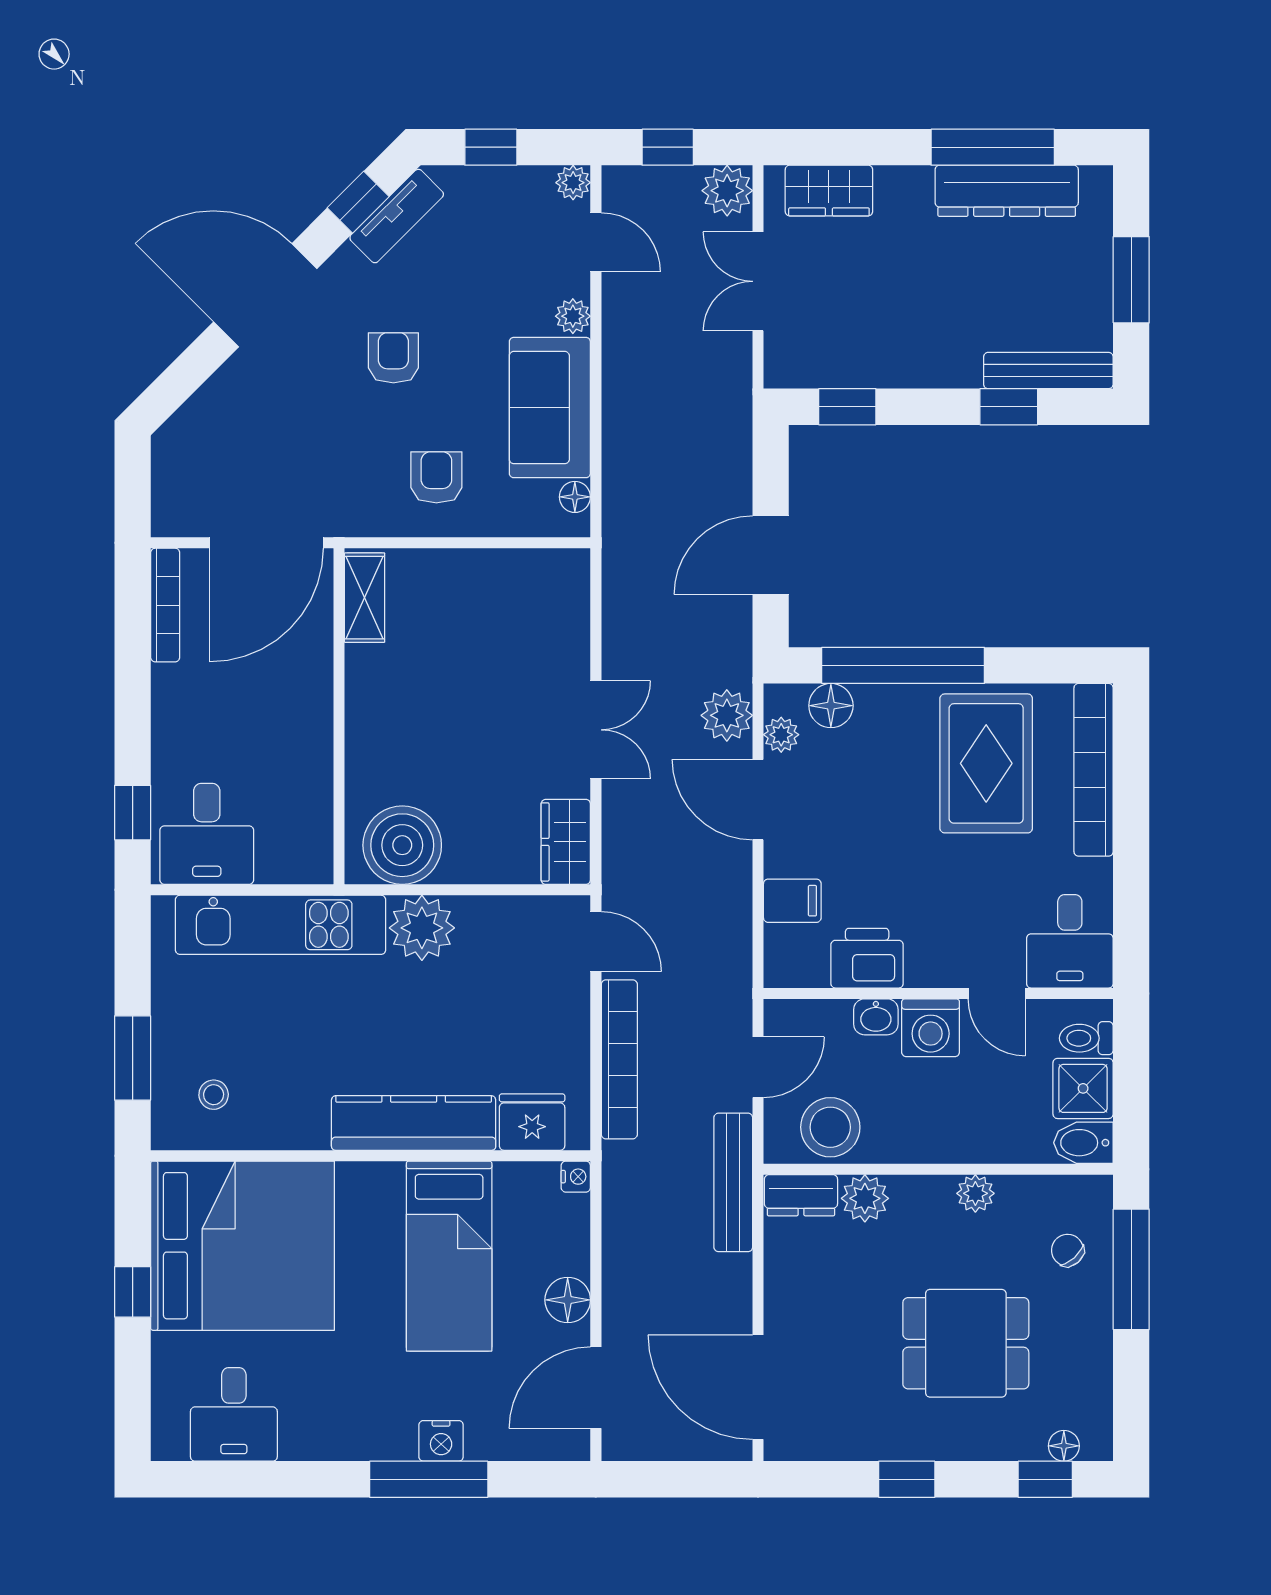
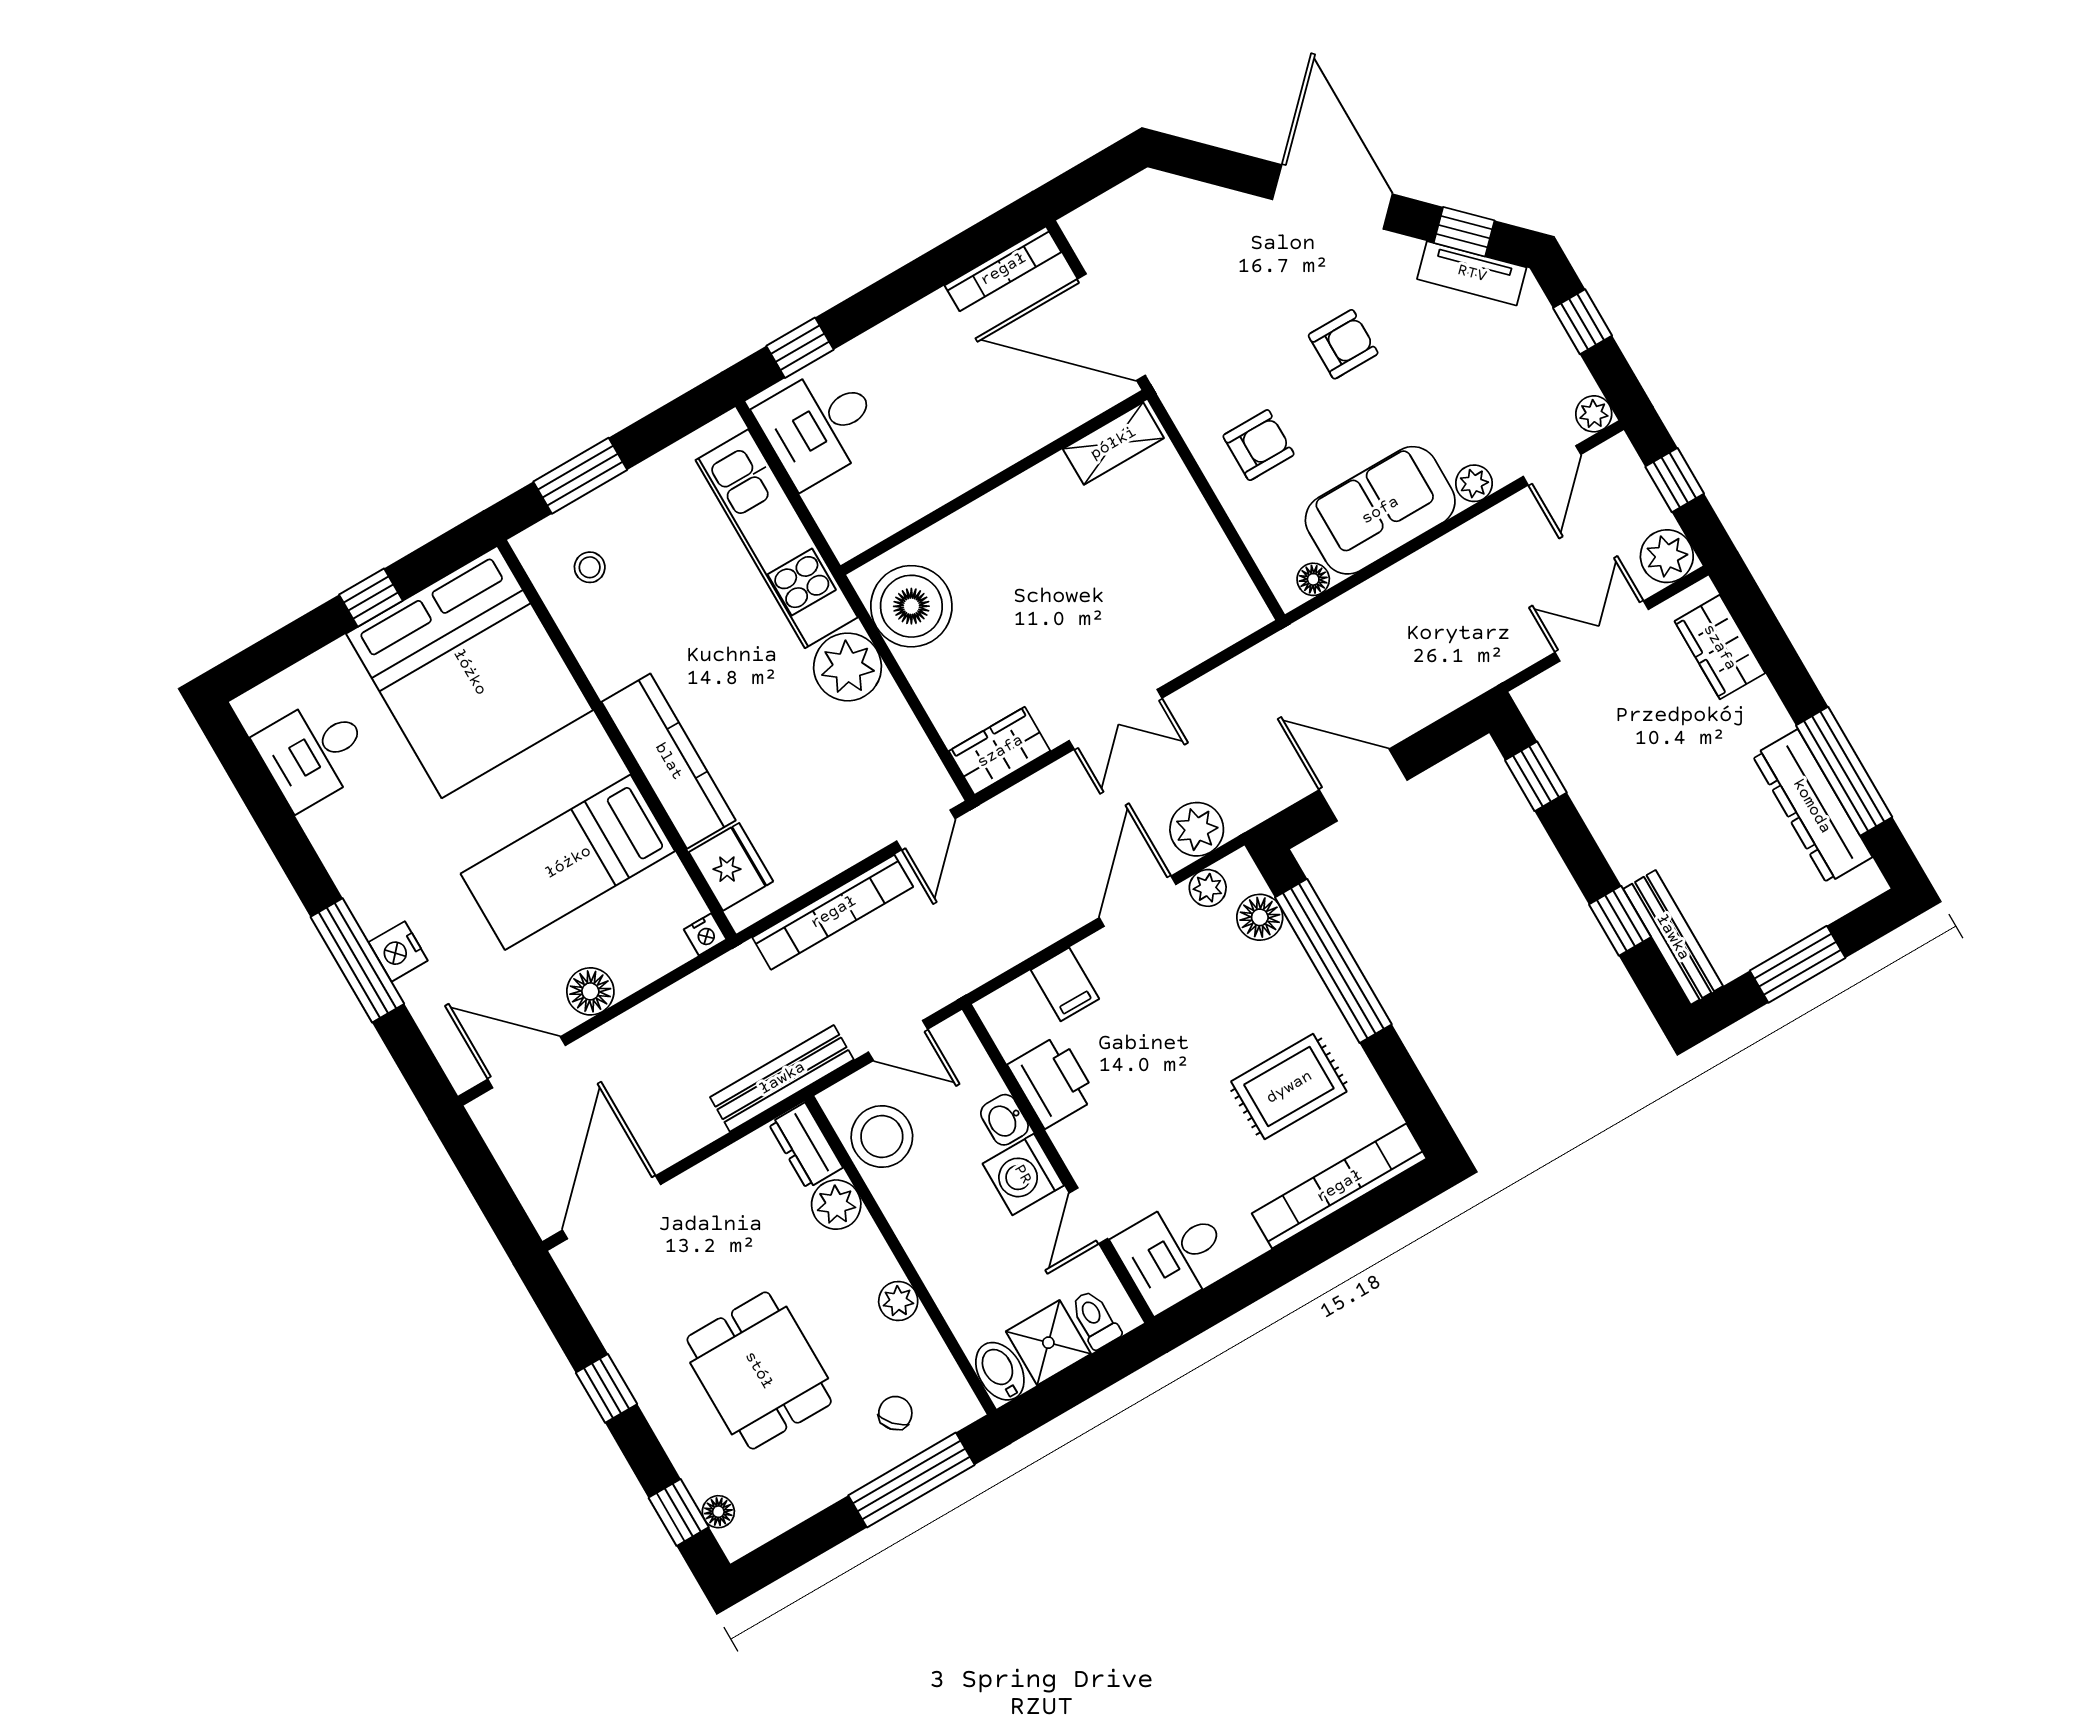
rug: (986, 763) -> (1289, 1087), width x0.73, depth x0.70

